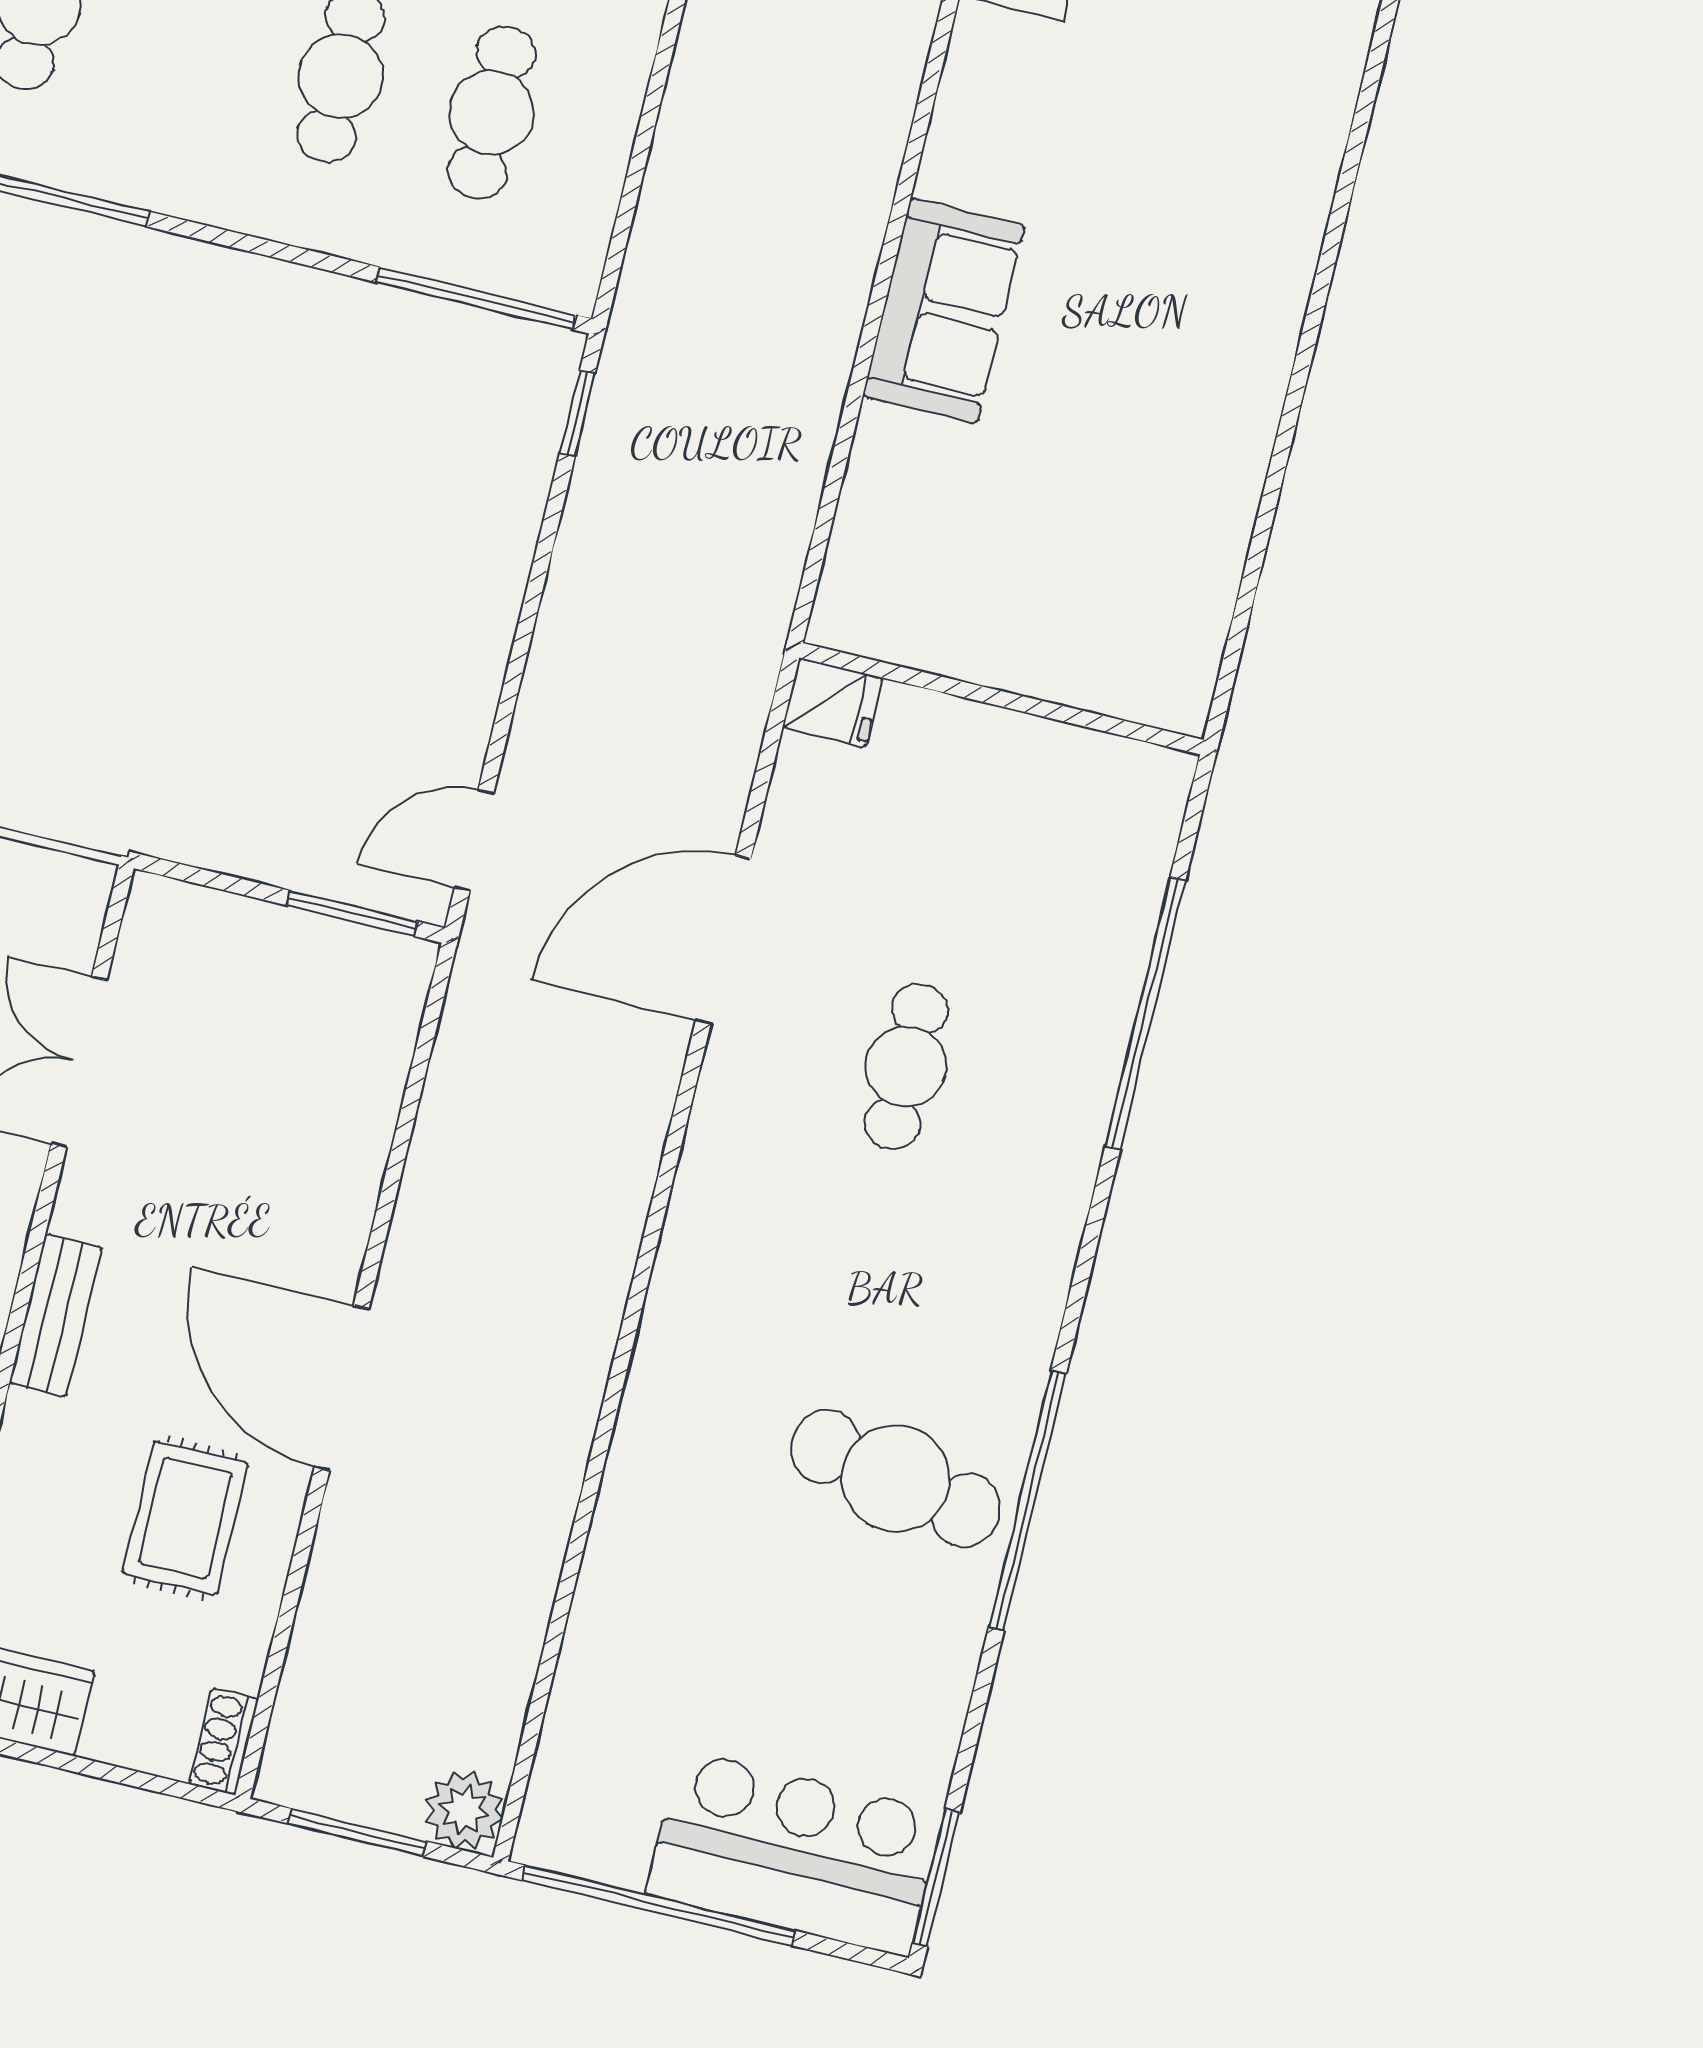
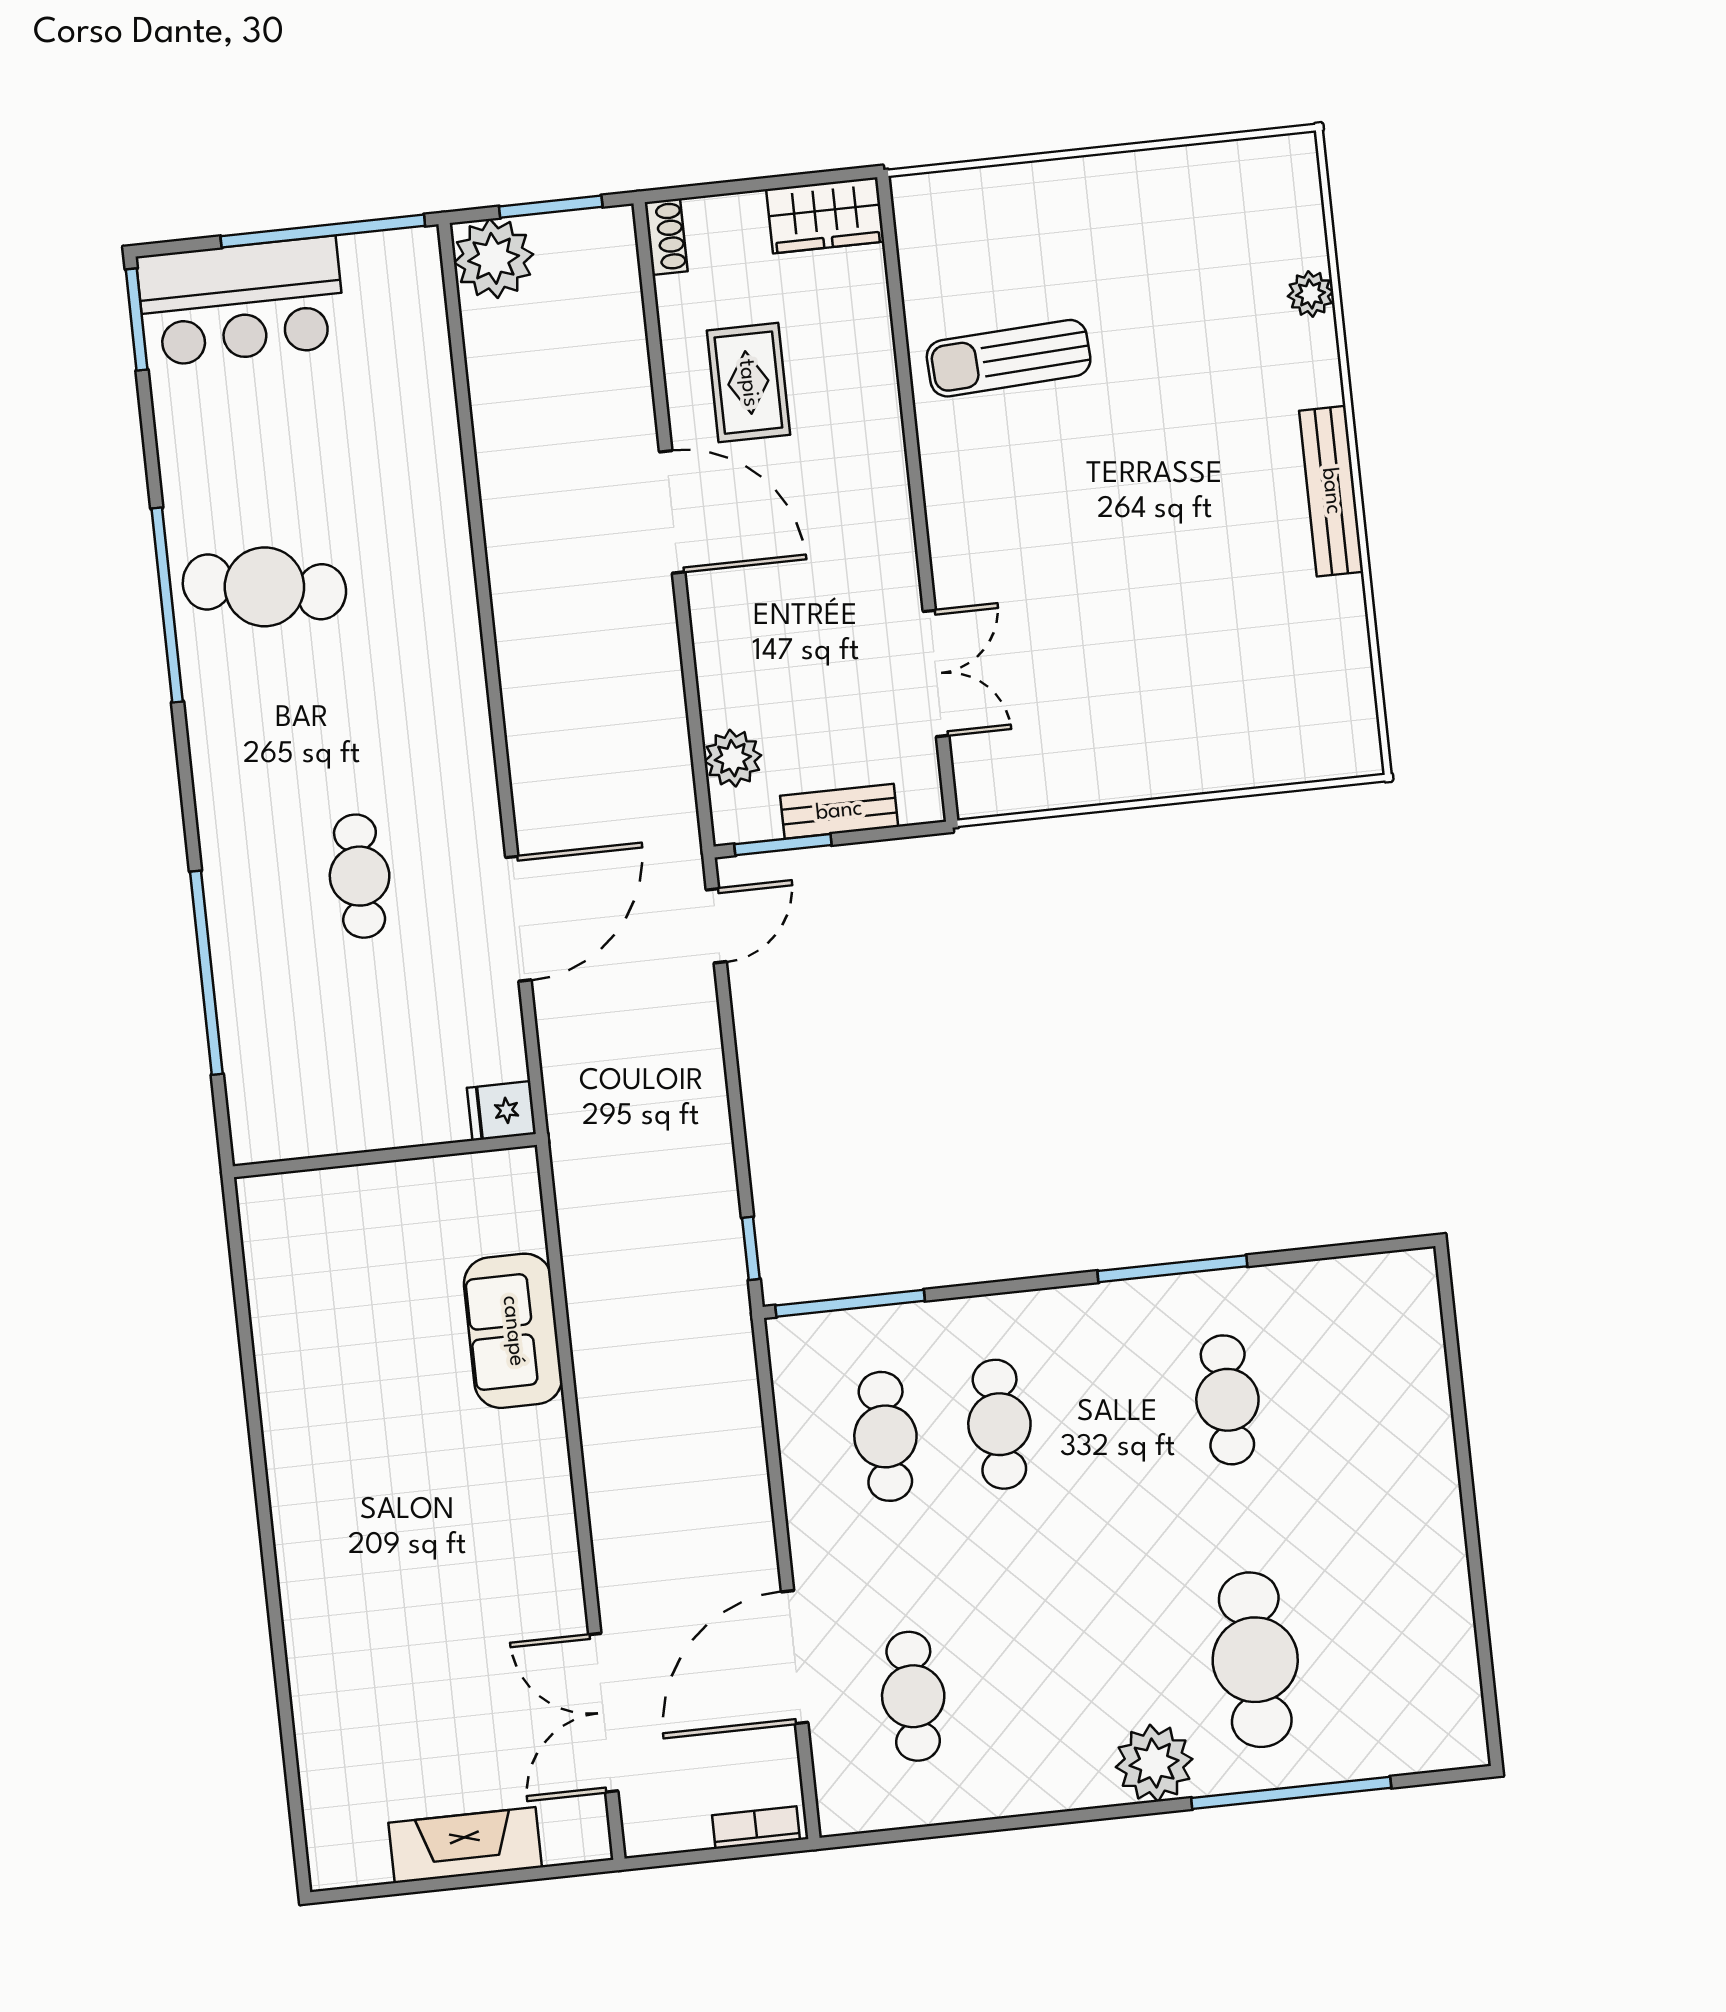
sofa: (944, 311) -> (513, 1331), moved
plant: (377, 1046) -> (733, 758), added
bench: (56, 1315) -> (839, 811), moved, turned 90
plant: (464, 1810) -> (494, 258), width x1.36, depth x1.36

